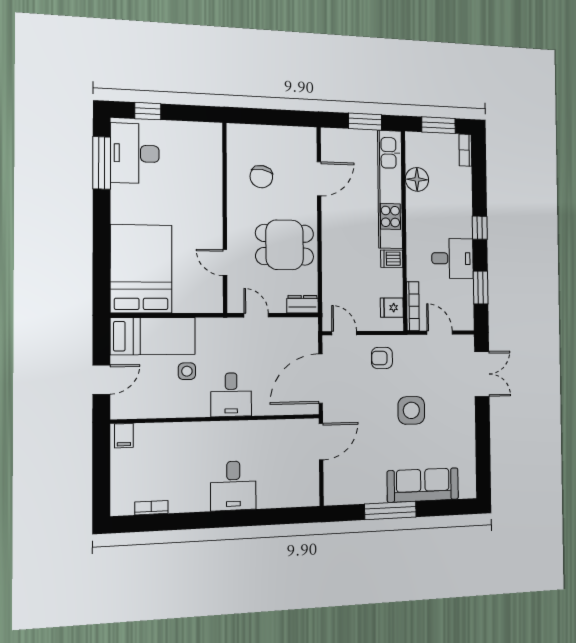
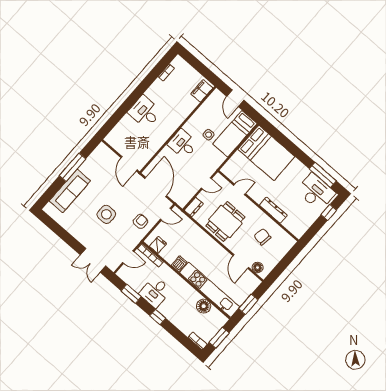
floor lamp: (308, 149) -> (258, 268), added
dresser: (213, 192) -> (273, 210), added
filing cabinet: (124, 436) -> (202, 91), width x2.00

